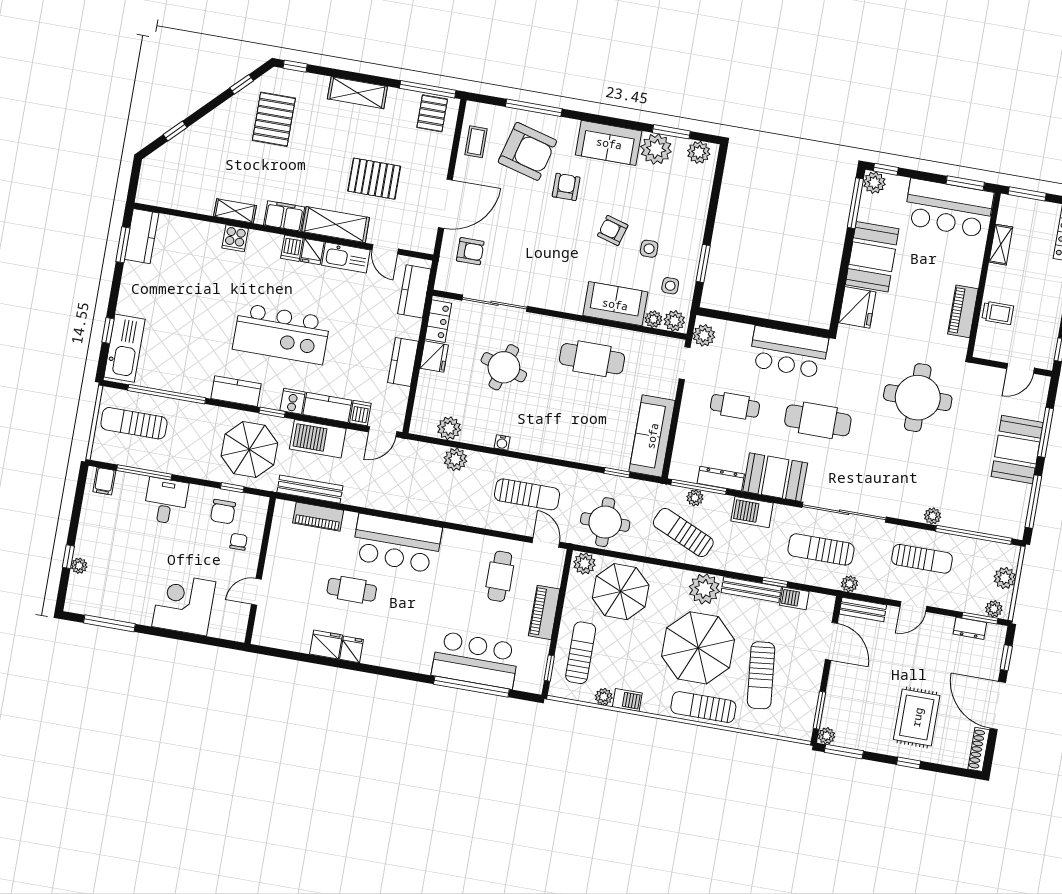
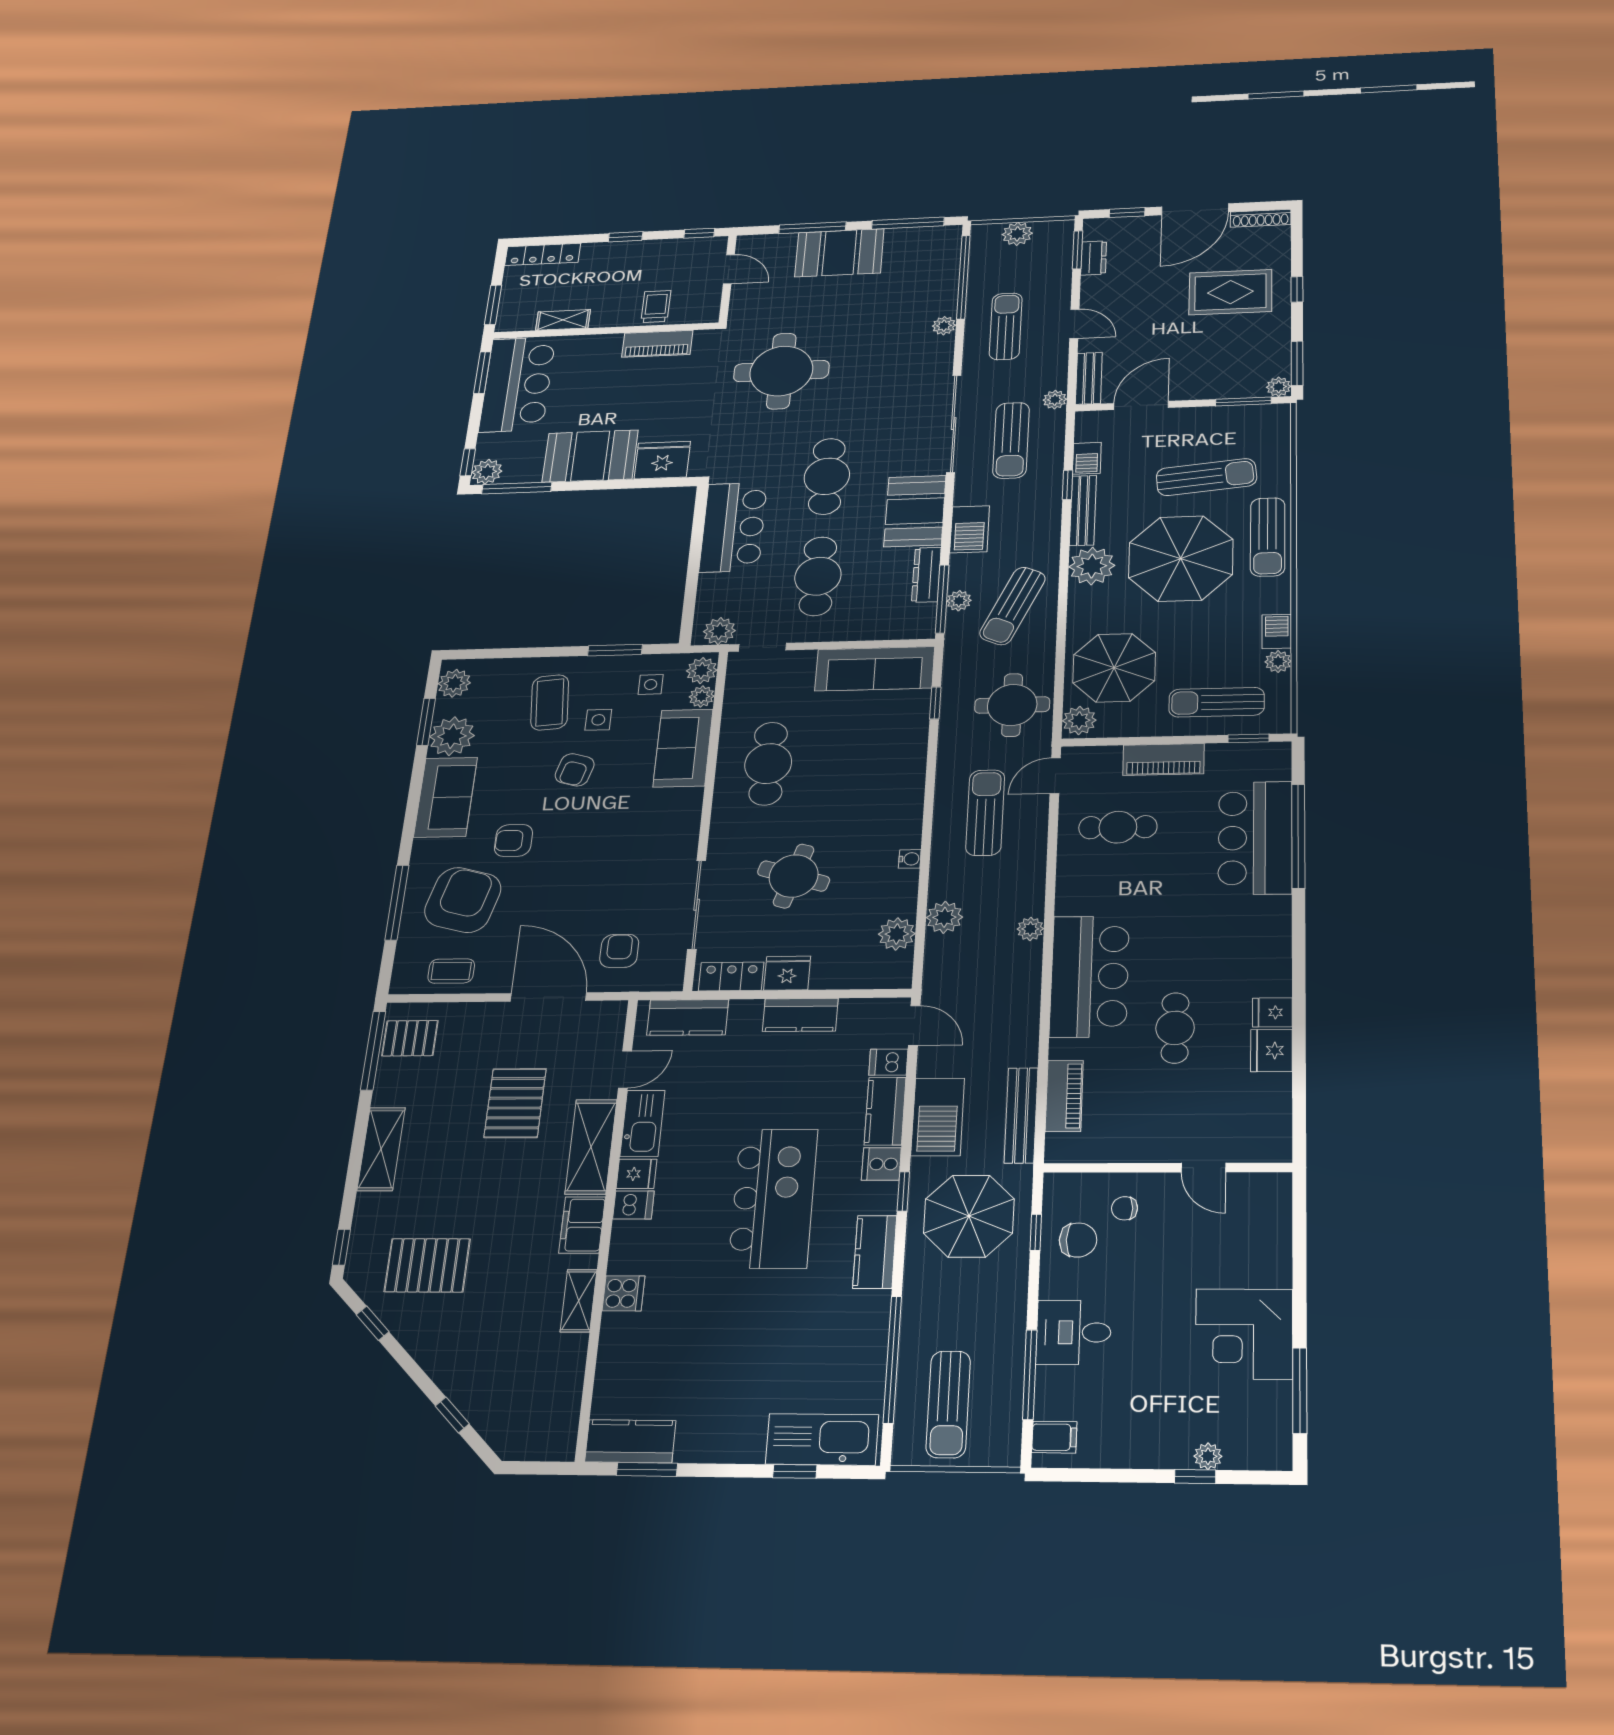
coffee table: (670, 217) -> (550, 702), added
cafe table: (735, 406) -> (818, 576), width x1.37, depth x1.35
corner desk: (184, 604) -> (1244, 1334), moved
plant: (994, 609) -> (1030, 929), moved

